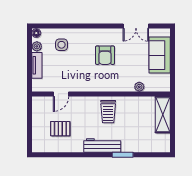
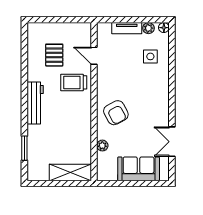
armchair: (105, 55) -> (116, 113), moved, turned -118
trolley: (108, 112) -> (74, 82), moved
window: (123, 155) -> (24, 148), moved

